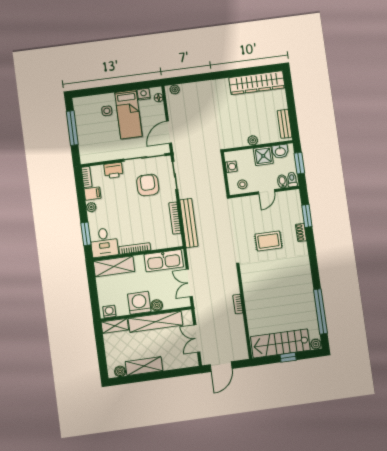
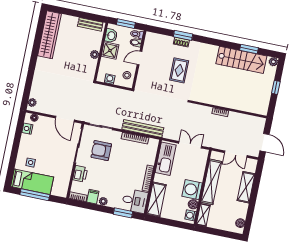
bed: (128, 114) -> (32, 182), moved
door: (267, 192) -> (140, 58), swing flipped
window: (307, 216) -> (183, 35), moved
double door: (189, 283) -> (190, 145), swing flipped
boiler: (157, 305) -> (193, 204), moved
window: (320, 311) -> (249, 49), width x0.47
stairs: (280, 343) -> (241, 60), moved, turned -90
shelving: (144, 366) -> (246, 187), moved

